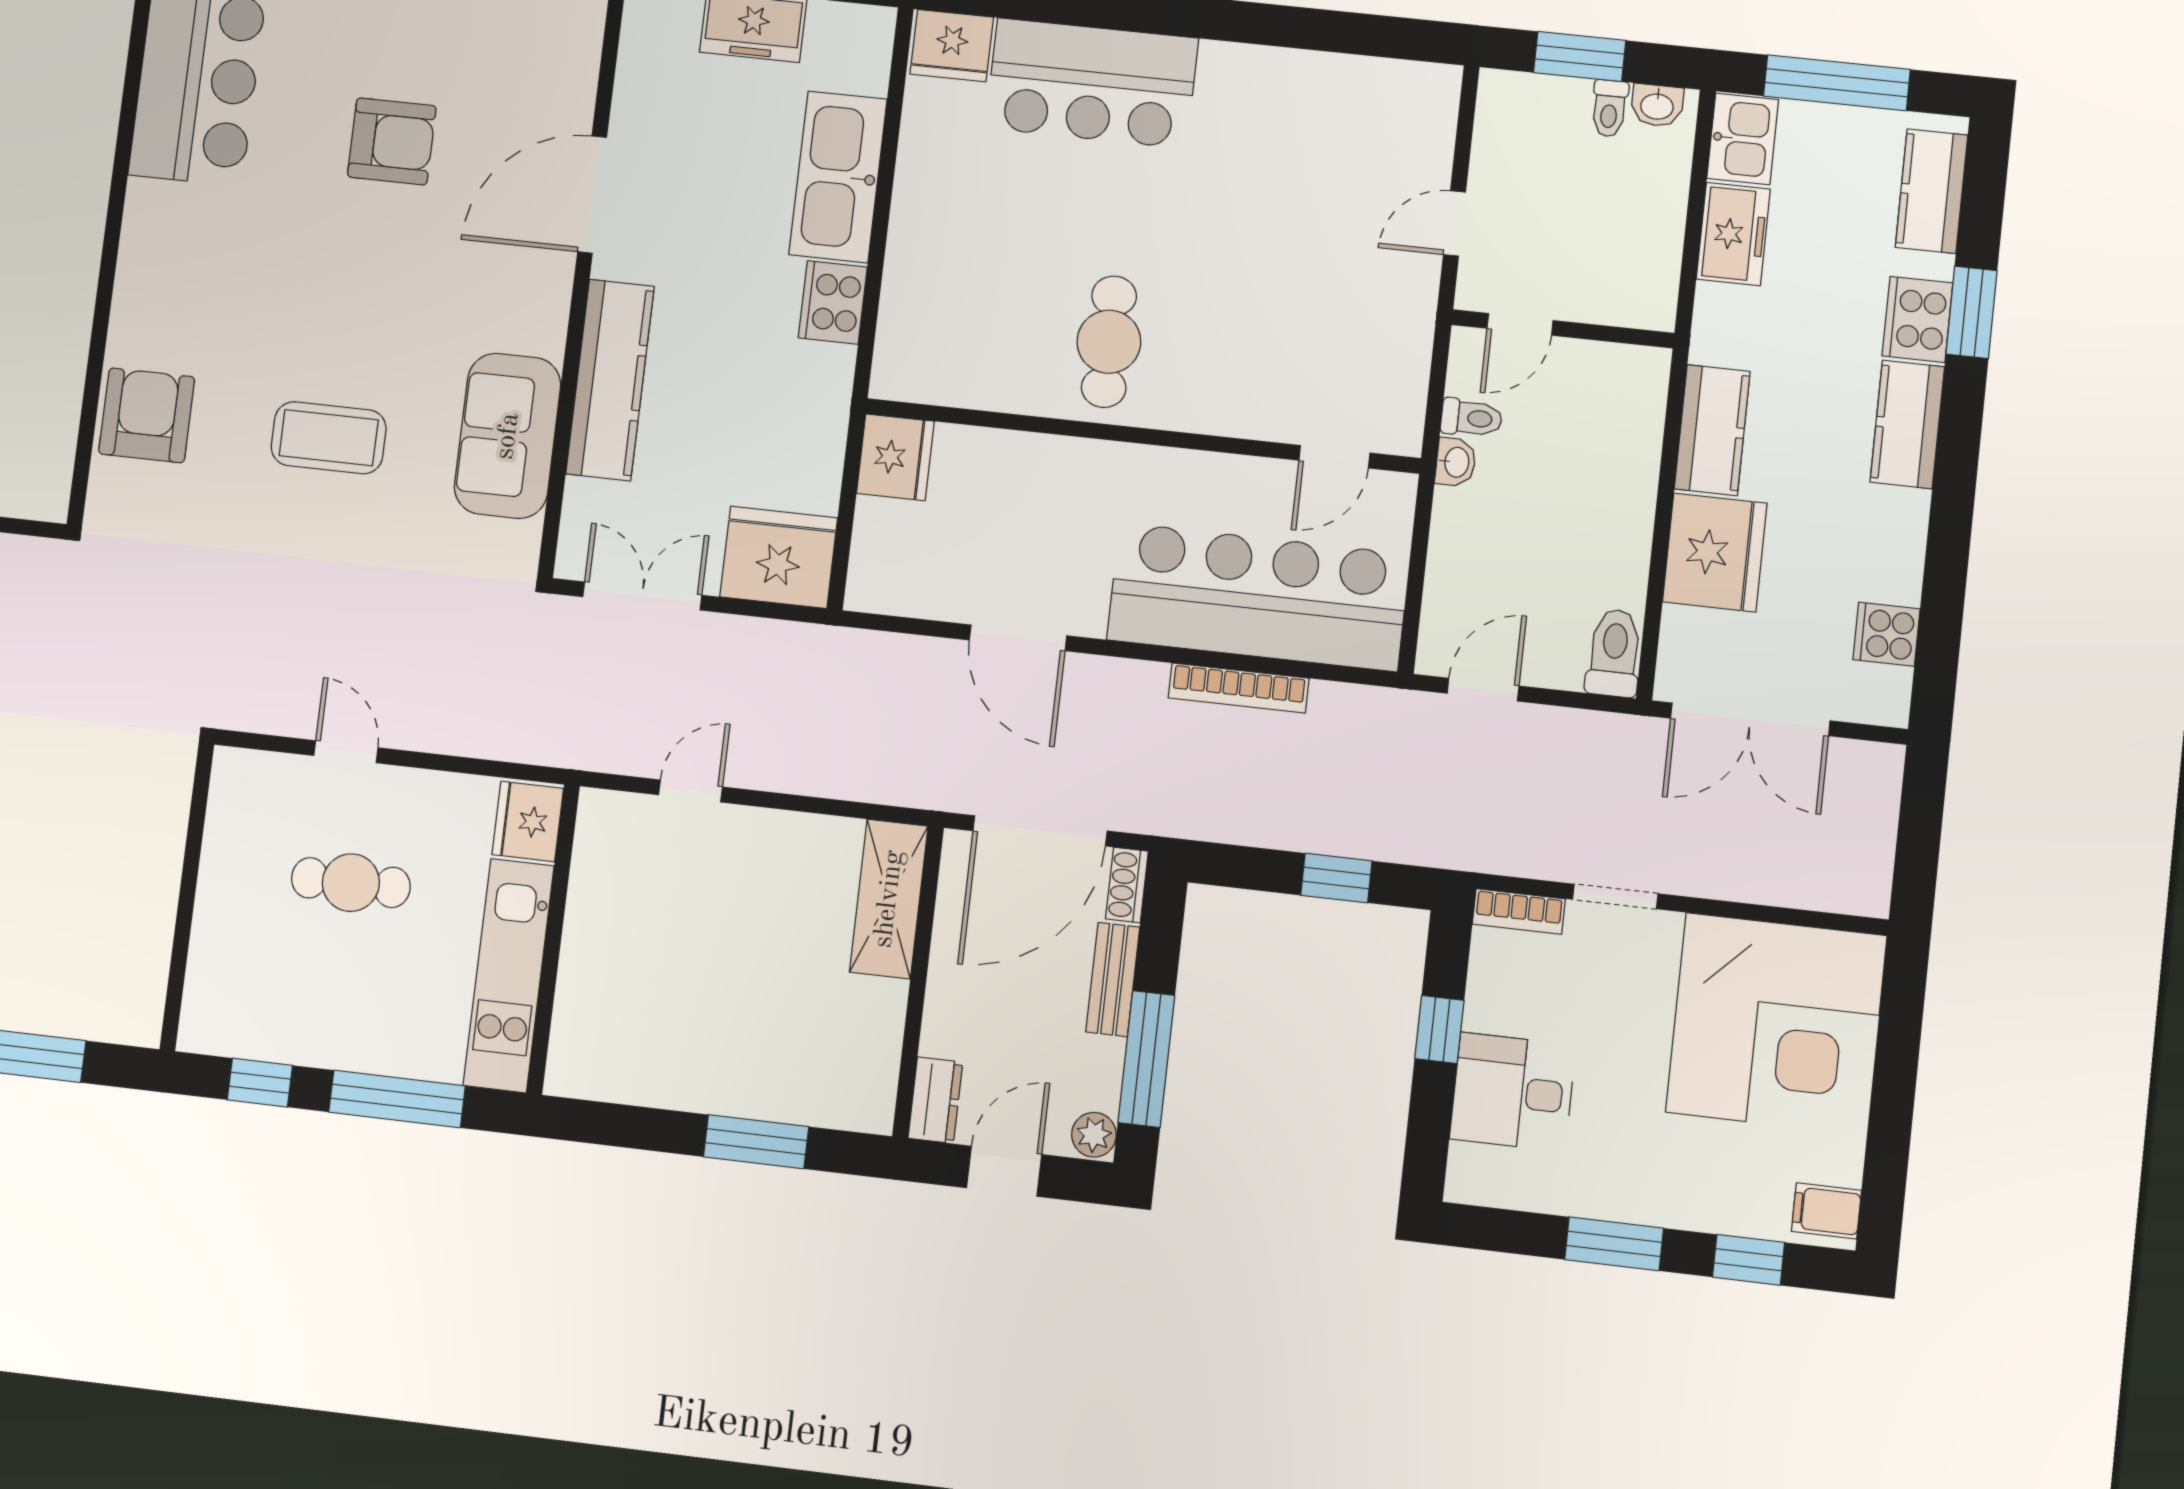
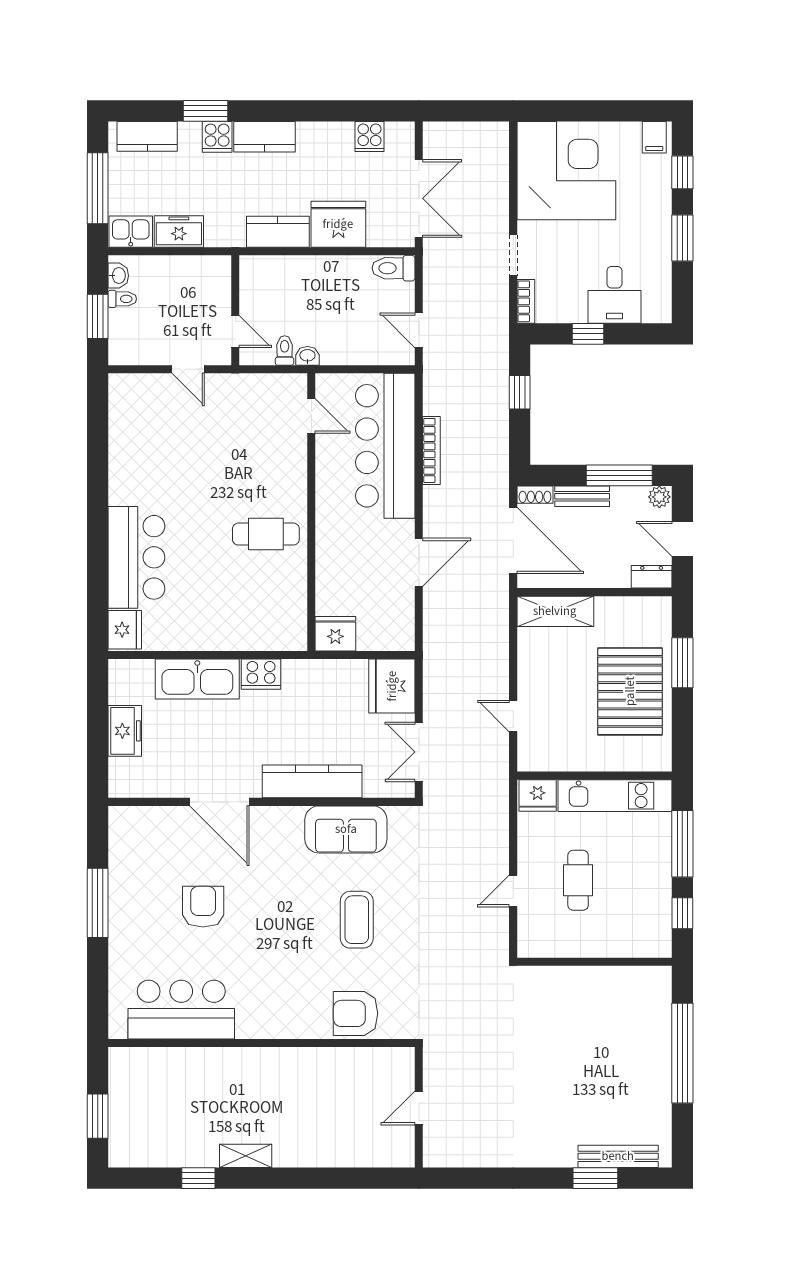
cooker: (1917, 319) -> (217, 137), width x0.73
pallet: (712, 1030) -> (630, 691), added

